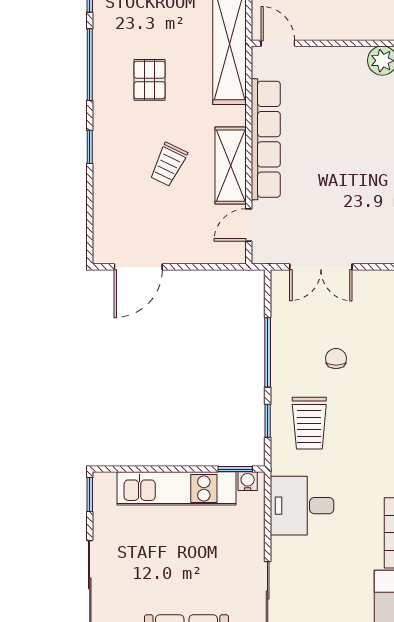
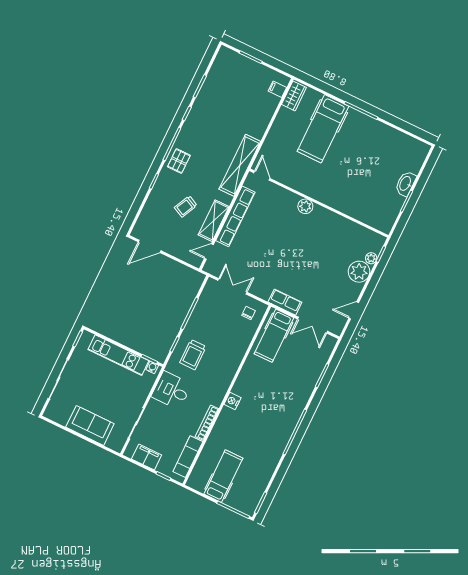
pallet: (150, 80) -> (179, 161), moved
double door: (321, 267) -> (232, 286), swing flipped
chair: (336, 359) -> (249, 313), moved

